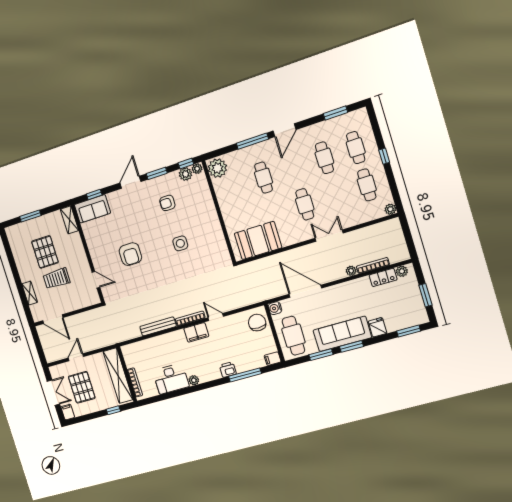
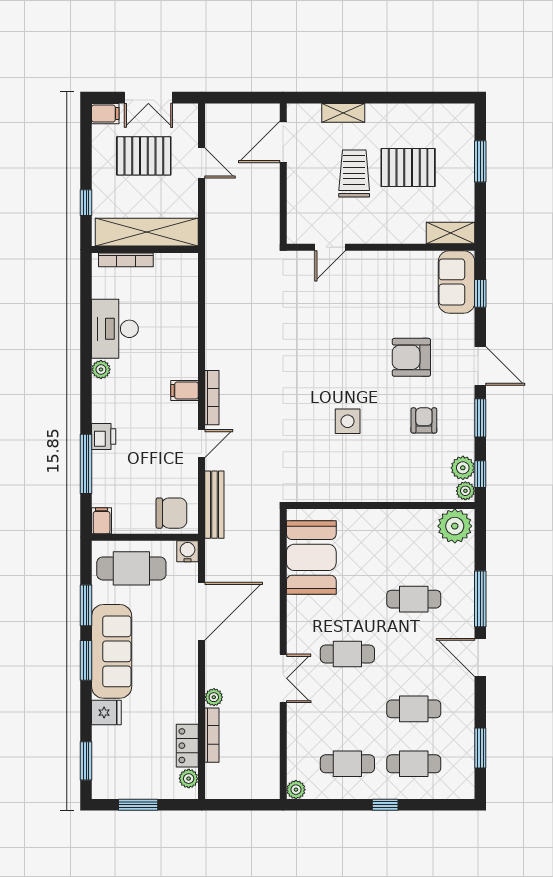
armchair: (130, 254) -> (411, 357), moved
bench: (158, 326) -> (214, 505), moved
filing cabinet: (196, 332) -> (185, 390), width x0.50

